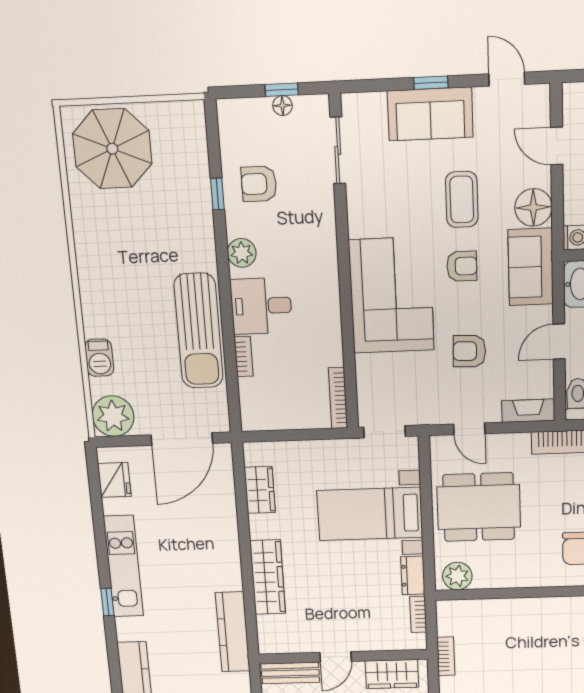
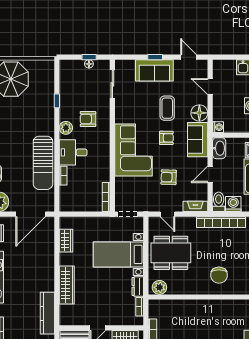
armchair: (259, 184) -> (88, 119), moved

